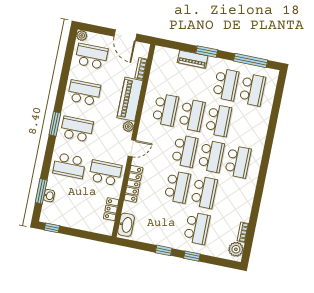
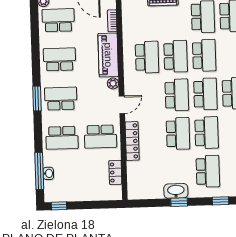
school desk: (105, 173) -> (100, 137), turned 180
window: (41, 191) -> (39, 171), width x1.44
washbasin: (126, 225) -> (176, 191), moved, turned -90
window: (192, 256) -> (221, 201), moved

